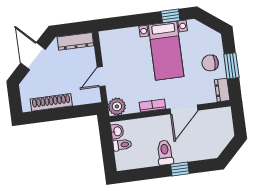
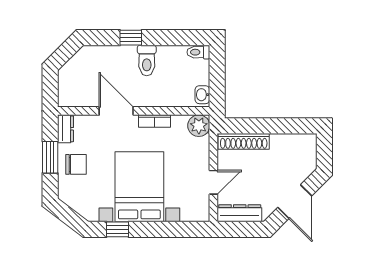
bed with nightstands: (166, 51) -> (139, 187), width x1.36
door: (101, 77) -> (213, 182), moved
shoe rack: (51, 102) -> (244, 141), moved
door: (184, 109) -> (116, 111), hinge flipped
toilet: (122, 145) -> (198, 52), moved

